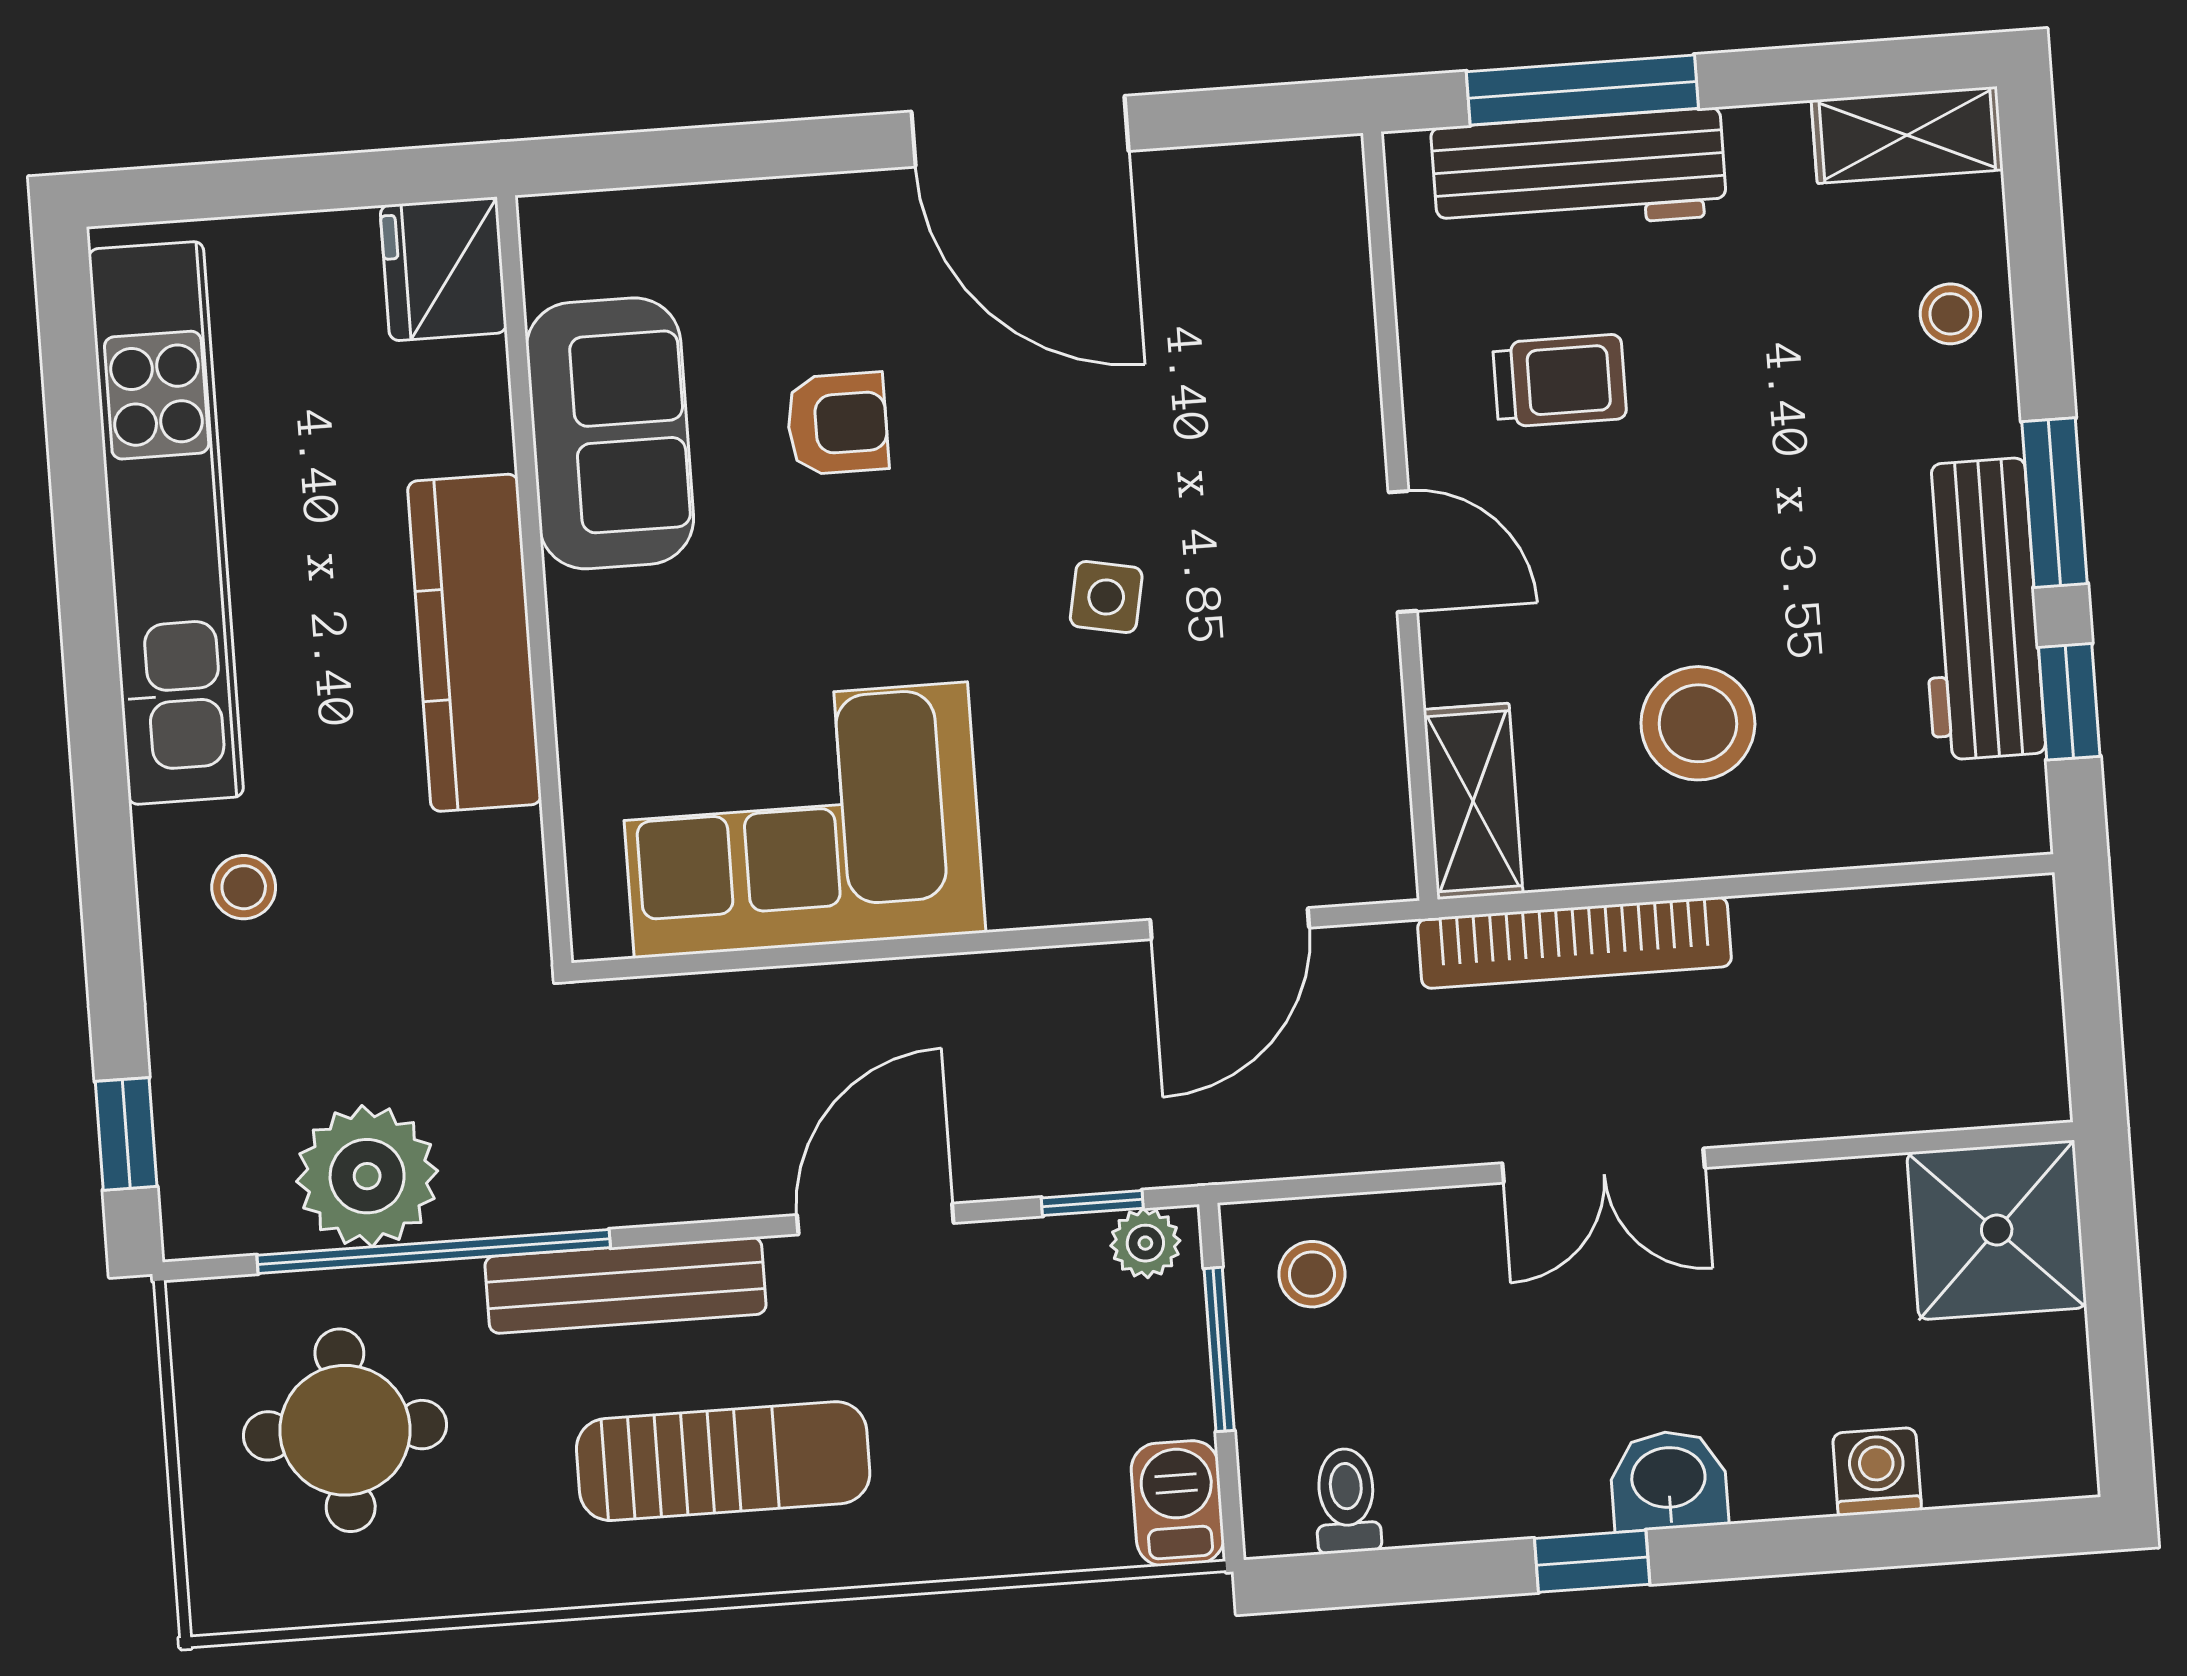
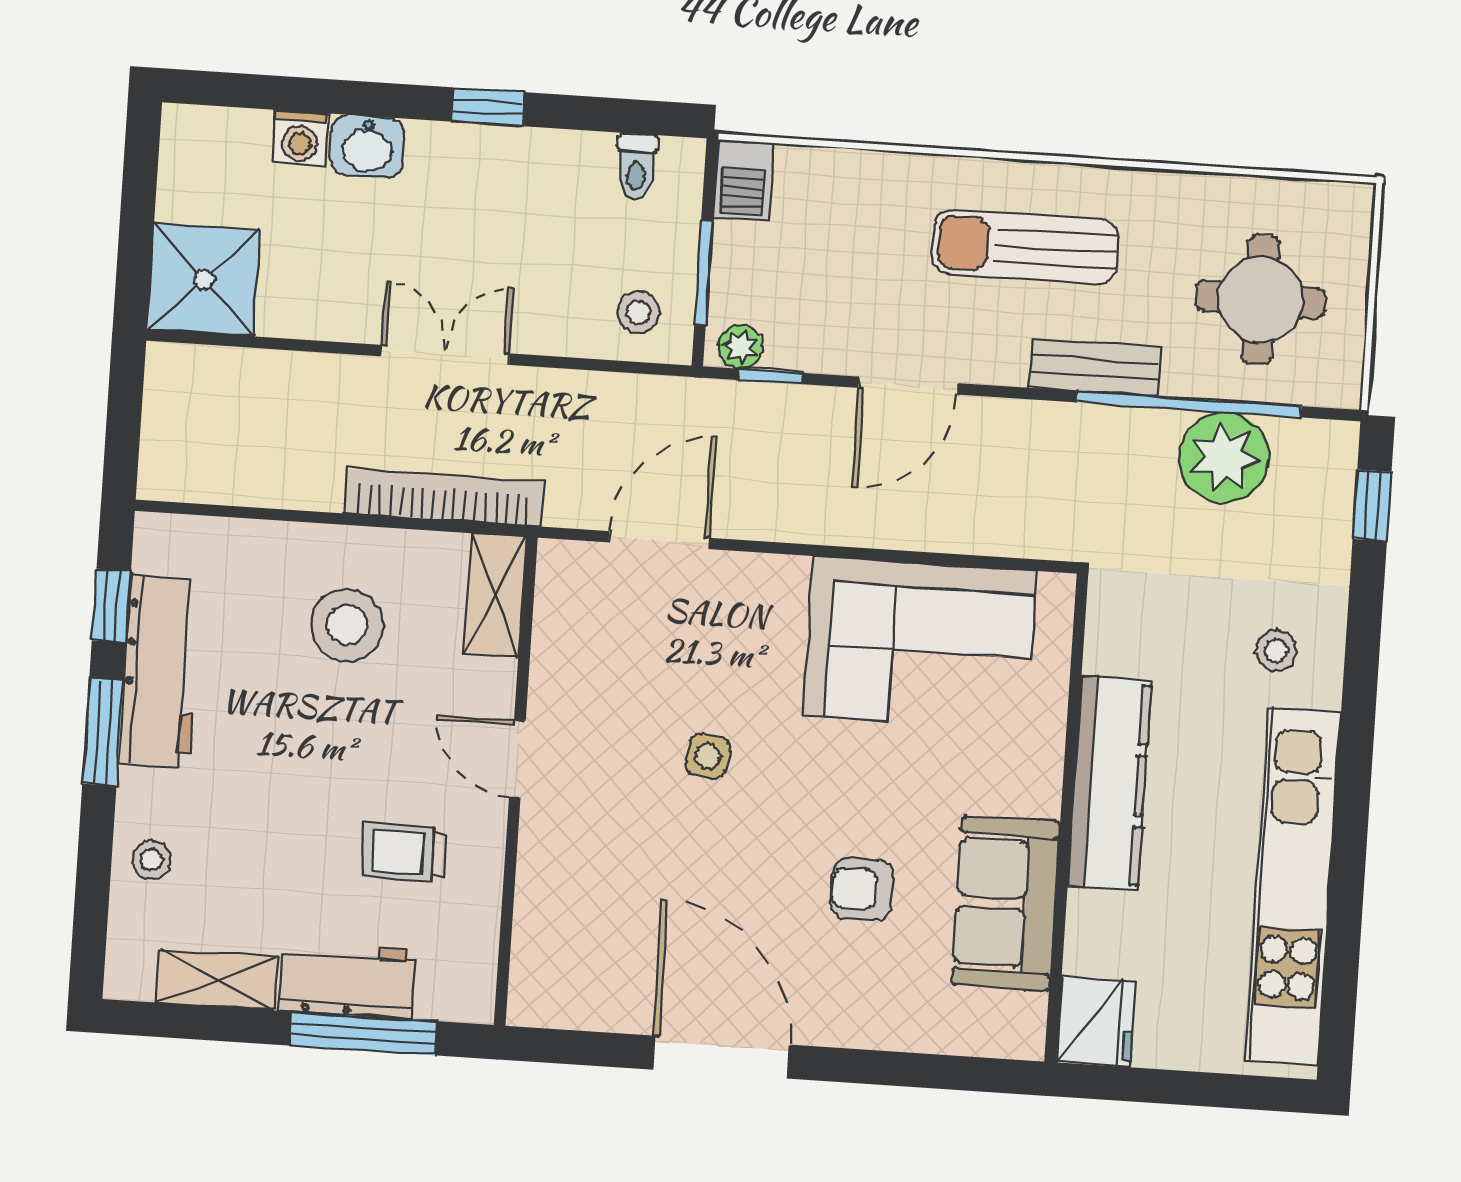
shelving: (1907, 135) -> (217, 980), moved
workbench: (1579, 172) -> (348, 981), width x0.73
bench: (625, 1285) -> (1095, 368), width x0.73
washbasin: (1669, 1480) -> (367, 147), moved

